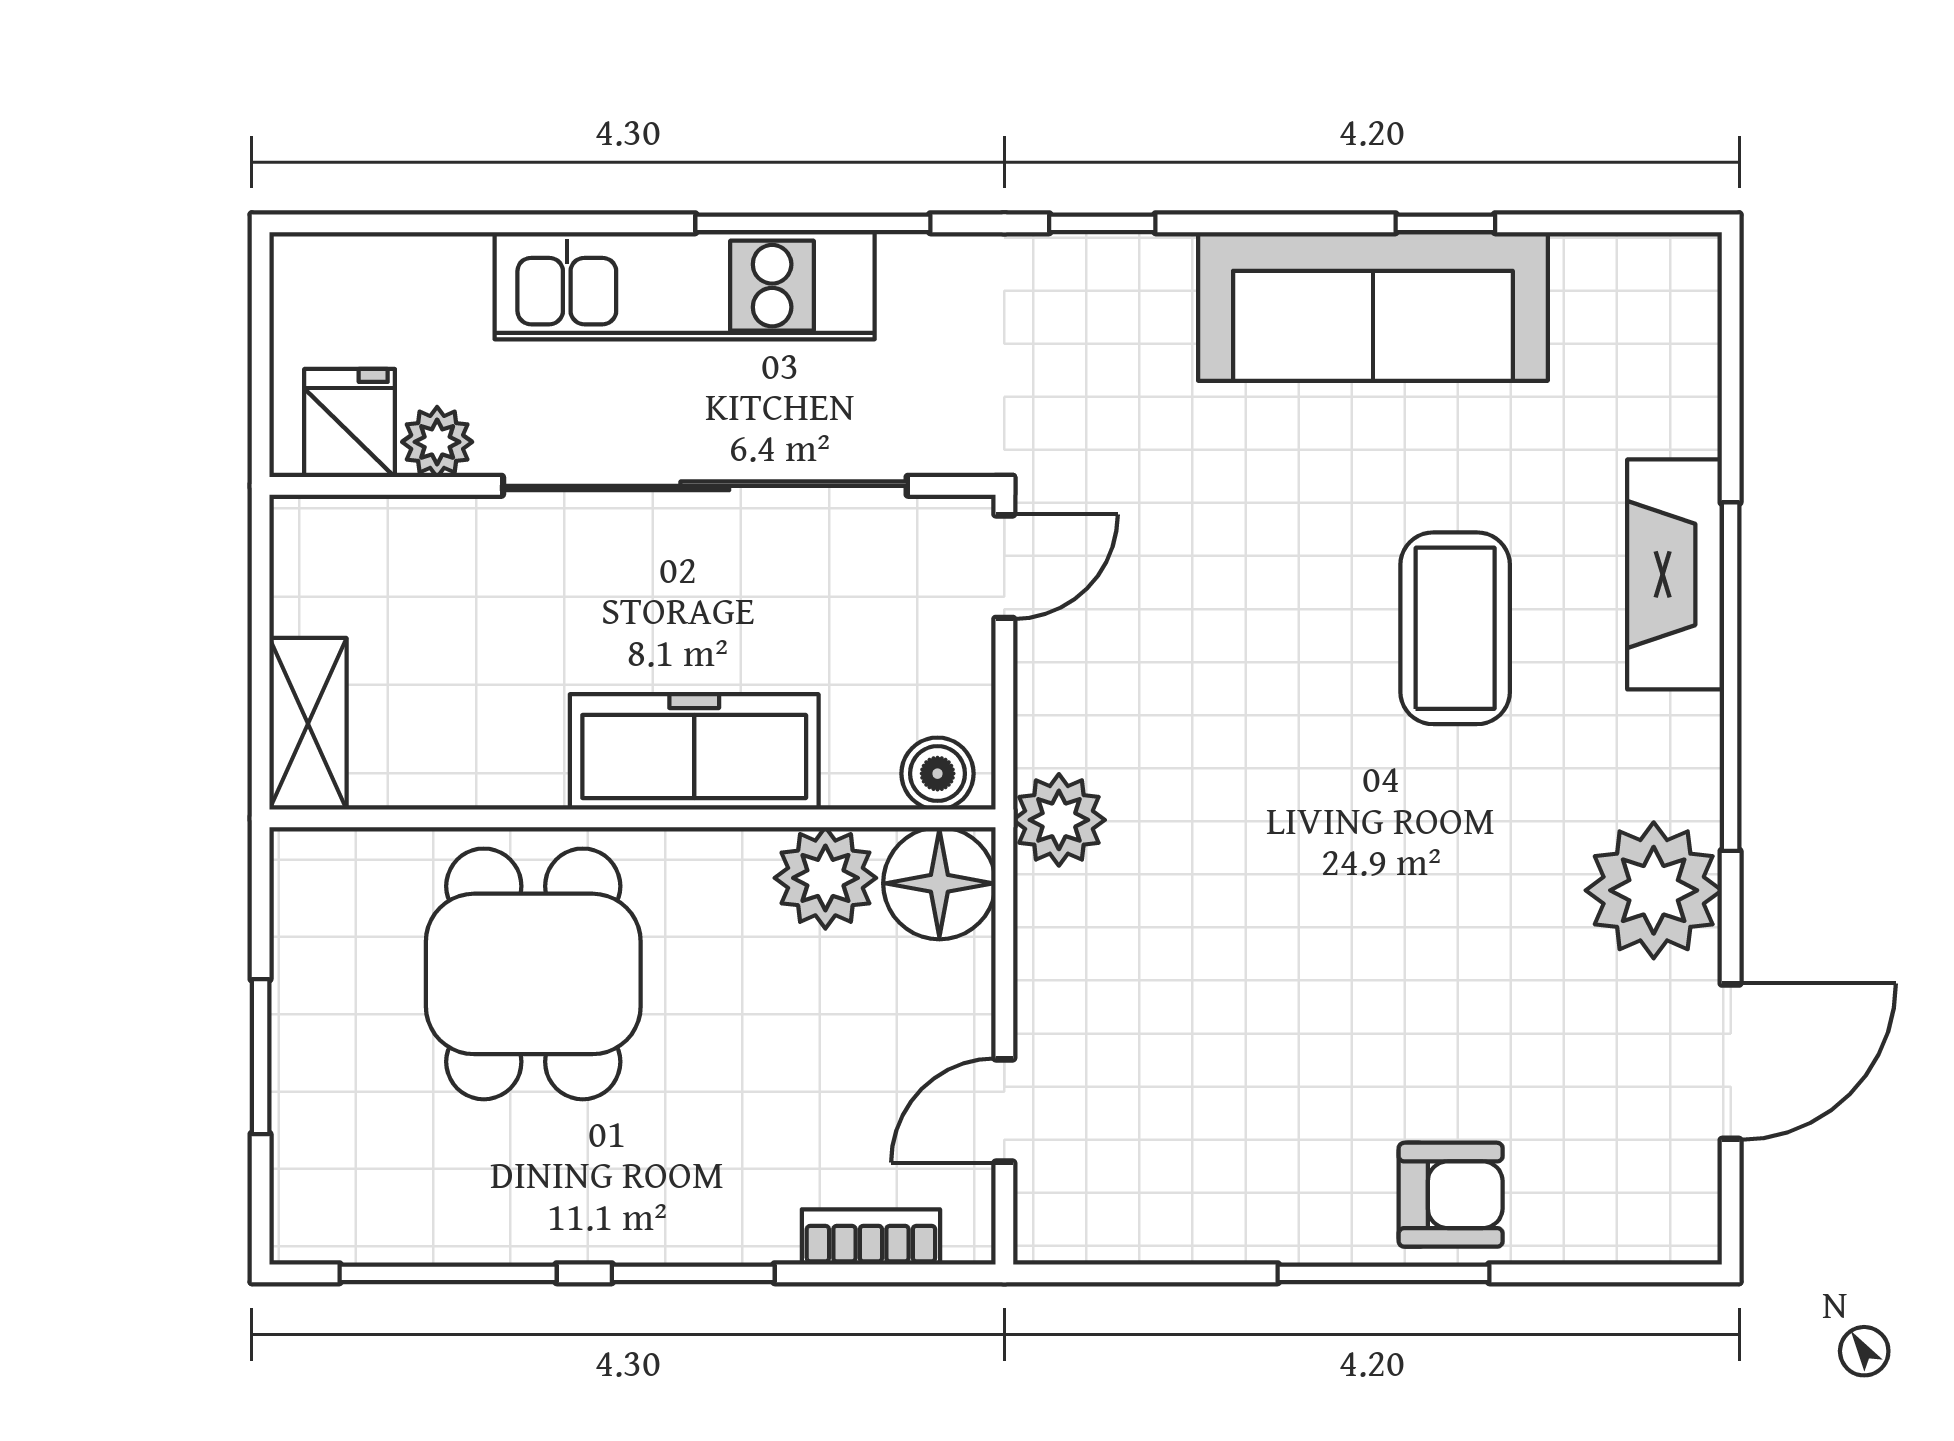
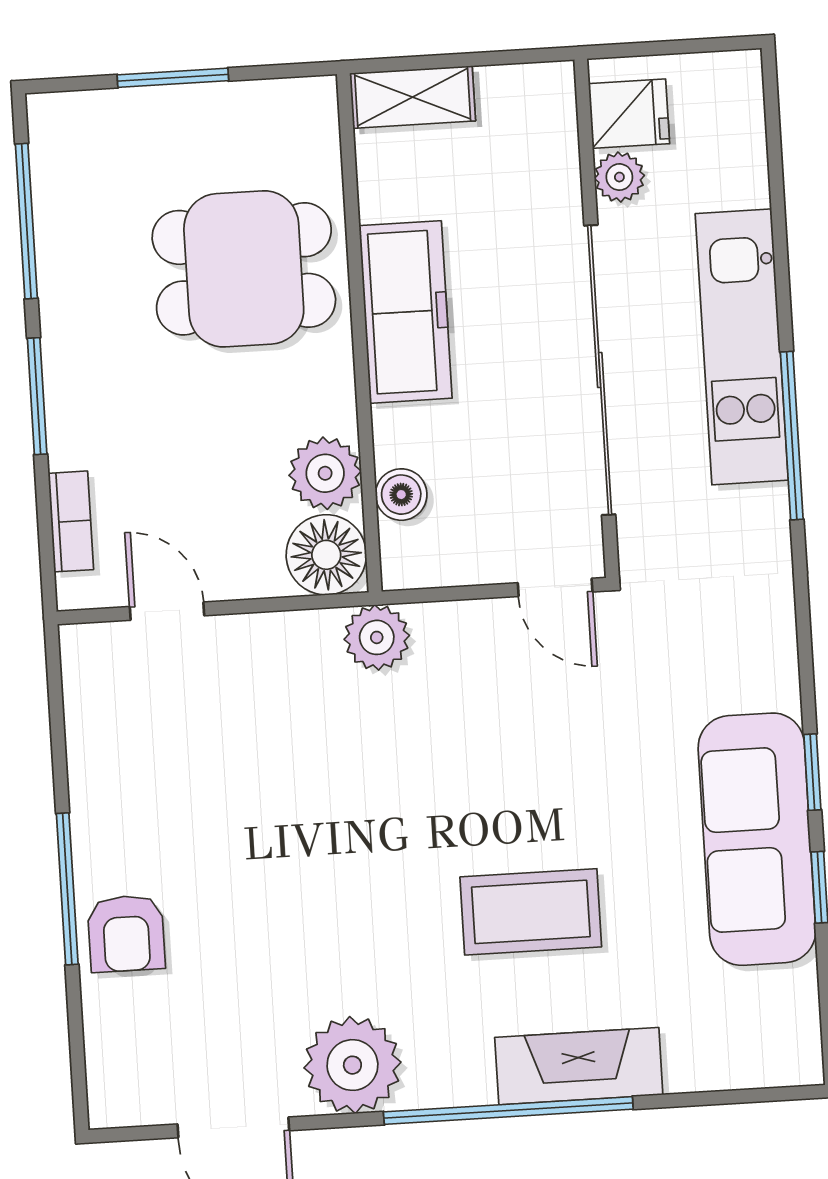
window: (1102, 223) -> (812, 772), moved
freezer: (694, 752) -> (406, 312), moved
boiler: (938, 774) -> (401, 495), moved

